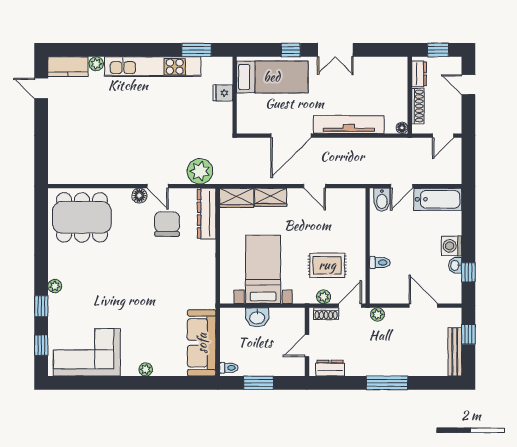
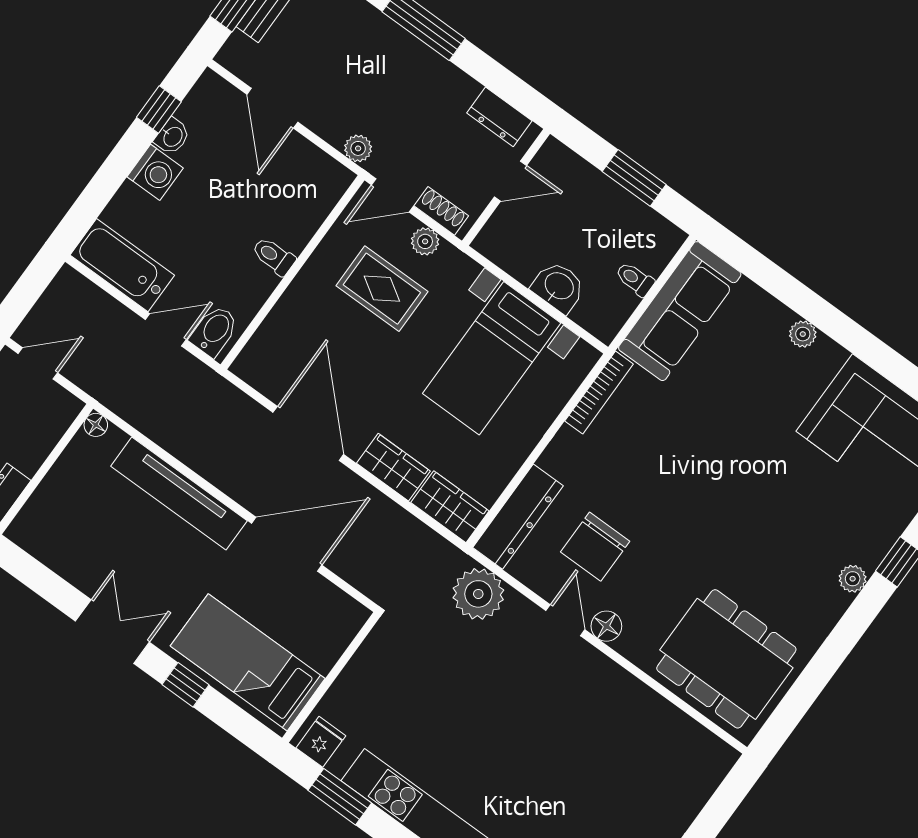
fridge: (223, 93) -> (321, 742), moved, turned -90
shoe rack: (418, 106) -> (44, 442), removed
door: (315, 186) -> (308, 433), width x1.88
toilet: (380, 262) -> (274, 256), moved
bookcase: (210, 287) -> (599, 392), added
toilet: (229, 368) -> (635, 279), moved

